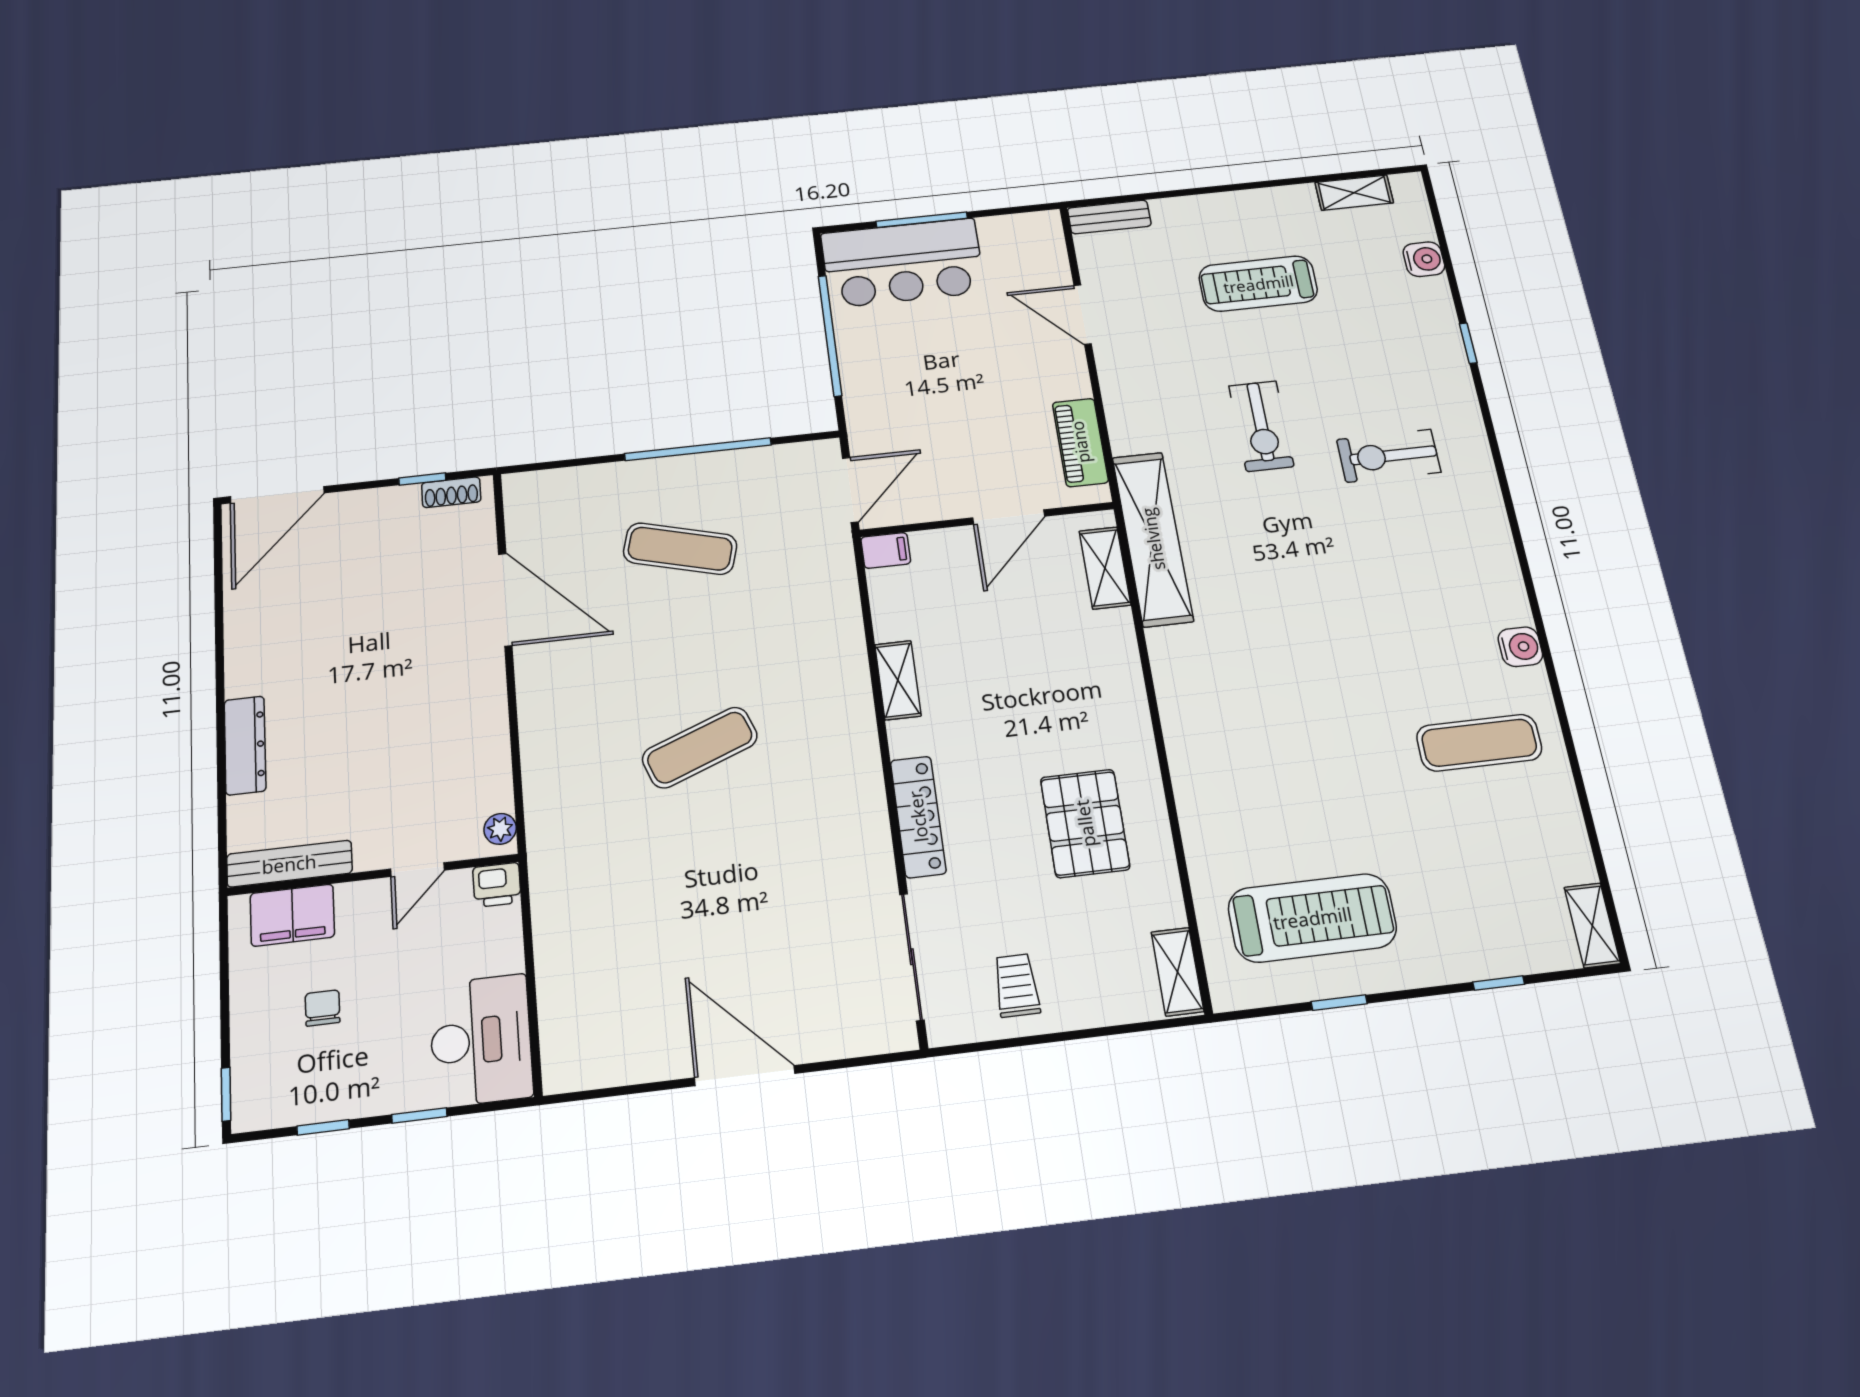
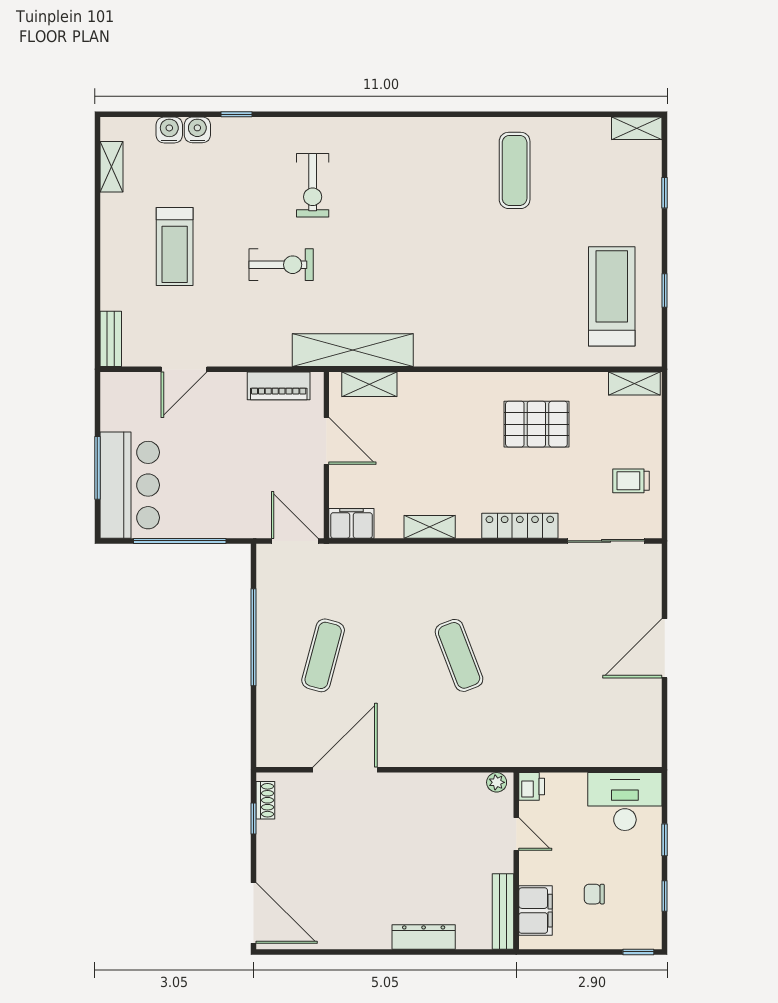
filing cabinet: (886, 550) -> (351, 523), width x2.00
water cooler: (1520, 647) -> (197, 130), moved

